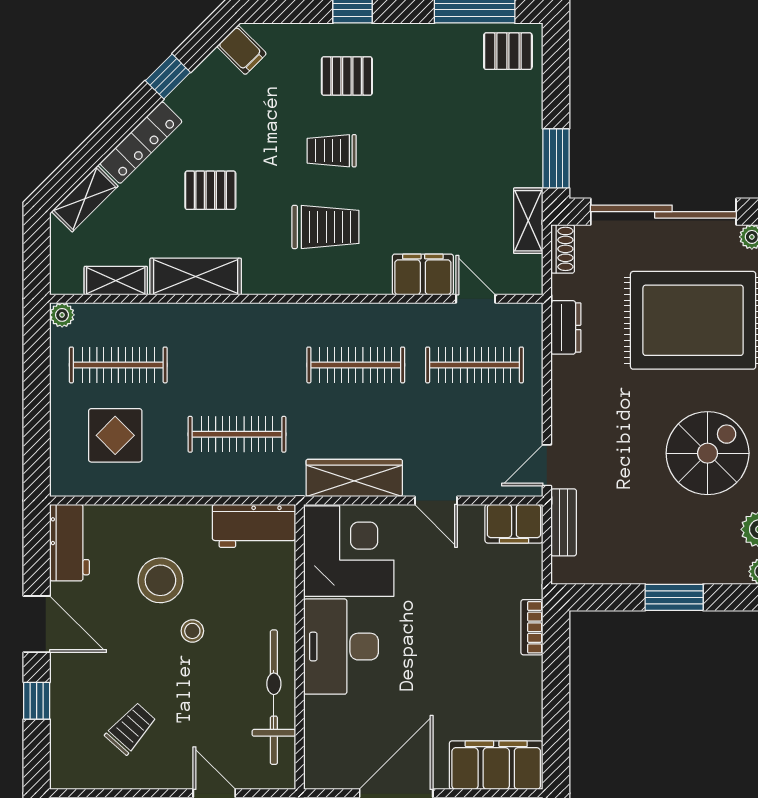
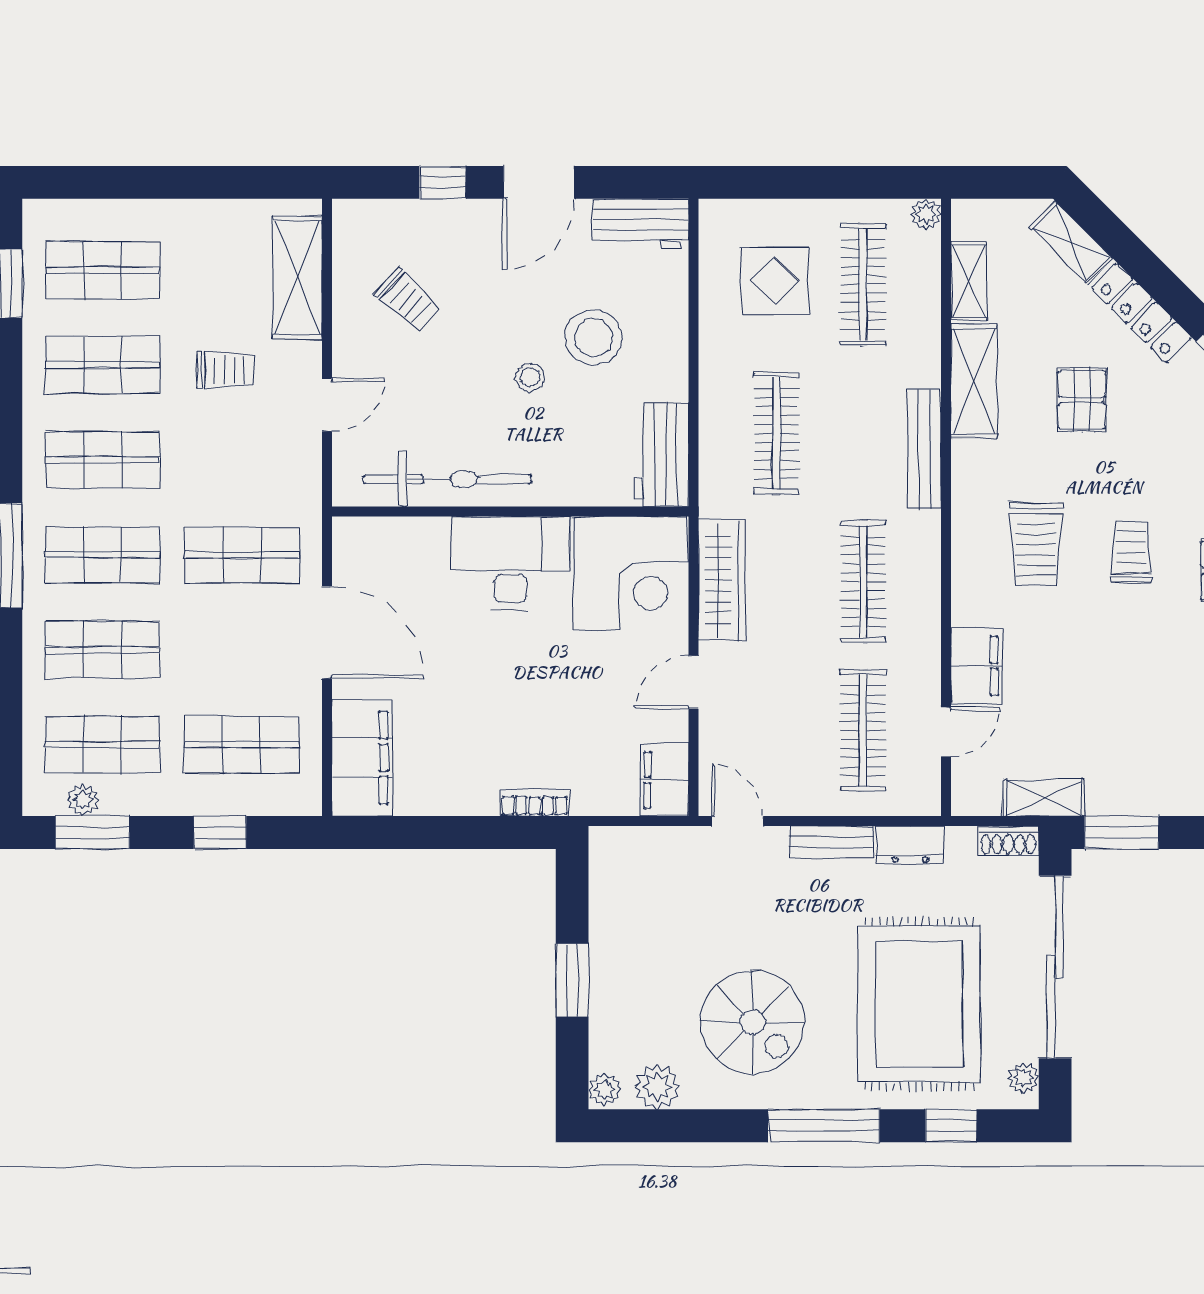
bench: (250, 316) -> (924, 449), added
bench: (564, 522) -> (831, 842), moved

